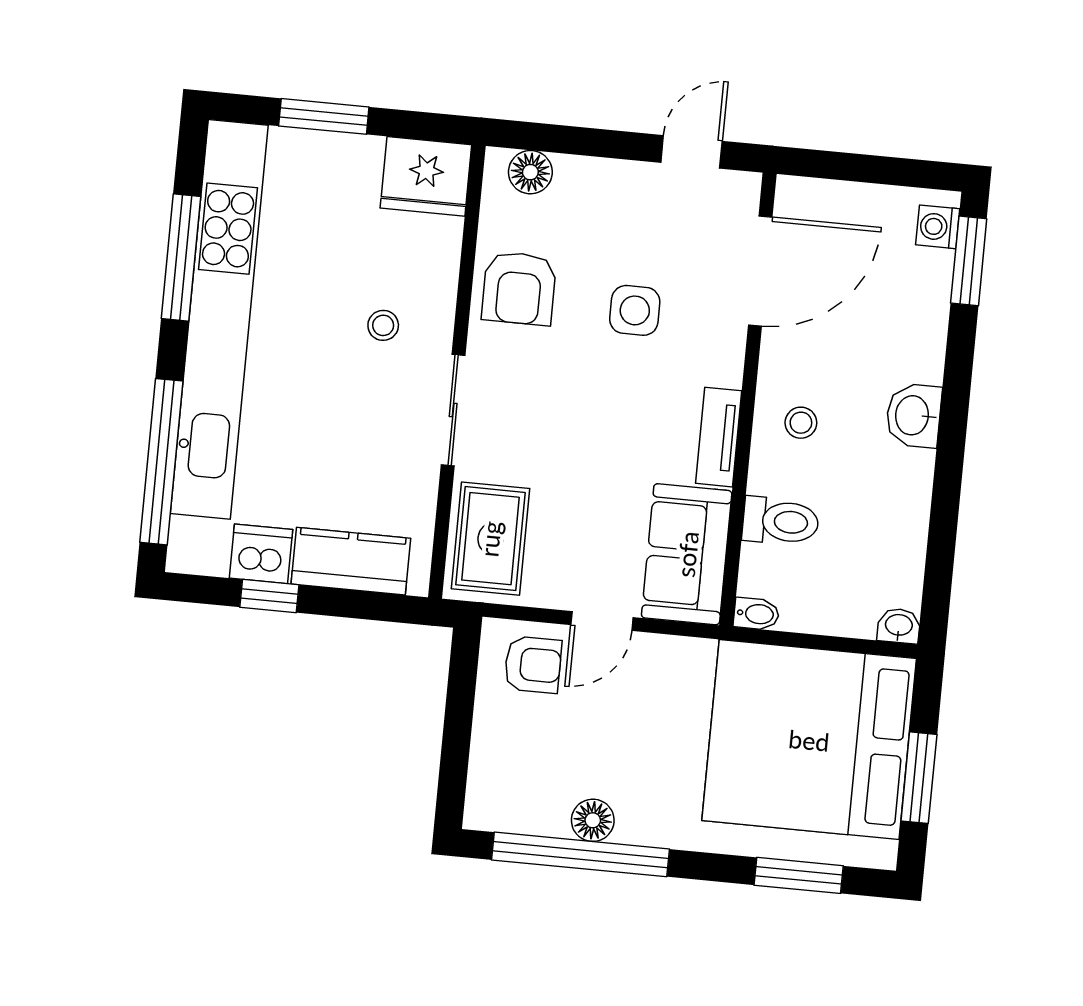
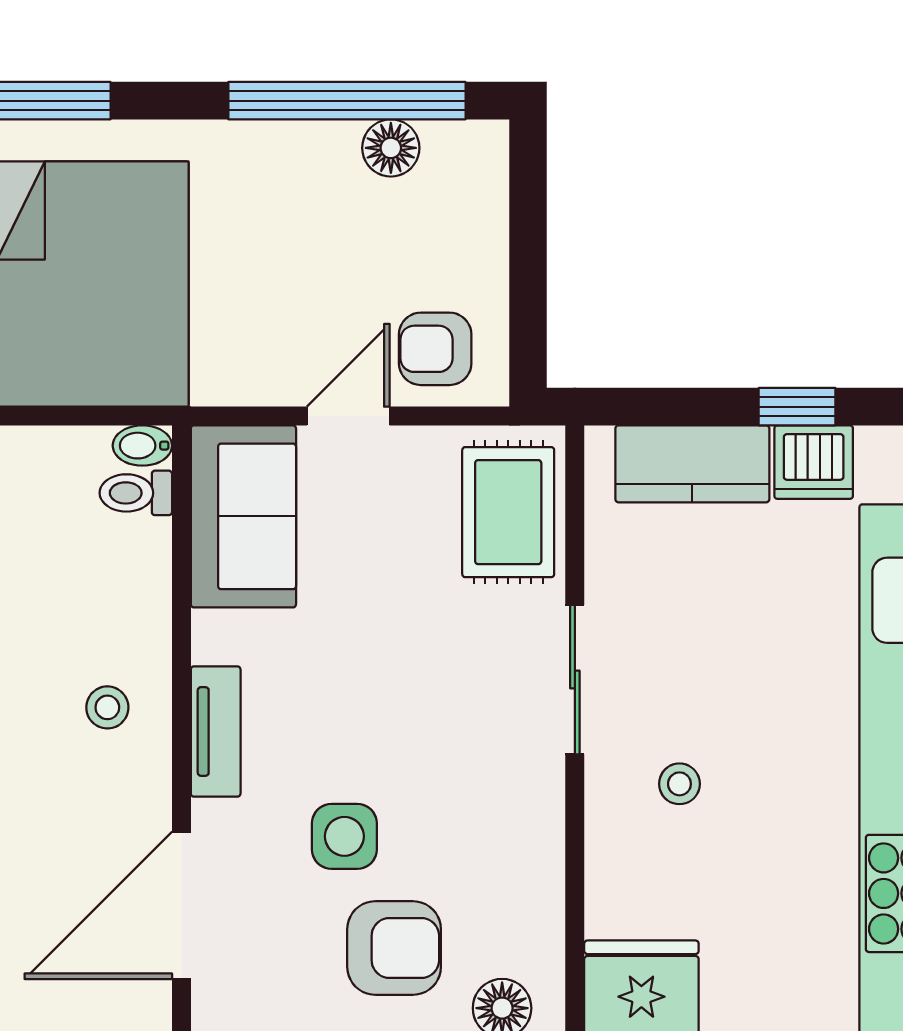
armchair: (519, 288) -> (394, 948), moved, turned 90
tv unit: (719, 437) -> (216, 731), moved
toilet: (781, 521) -> (136, 493), moved, width x0.73, depth x0.72
floor lamp: (593, 820) -> (391, 148), moved

